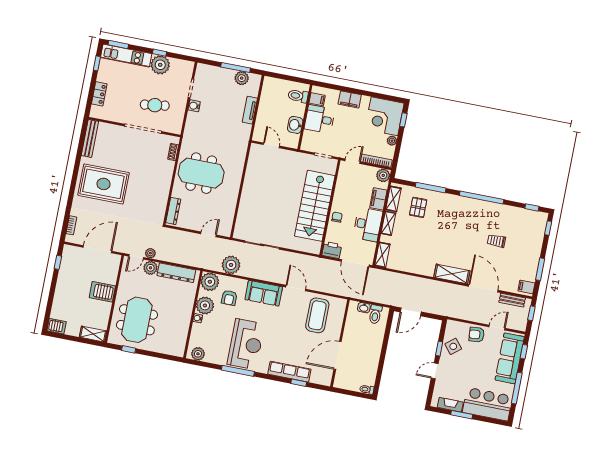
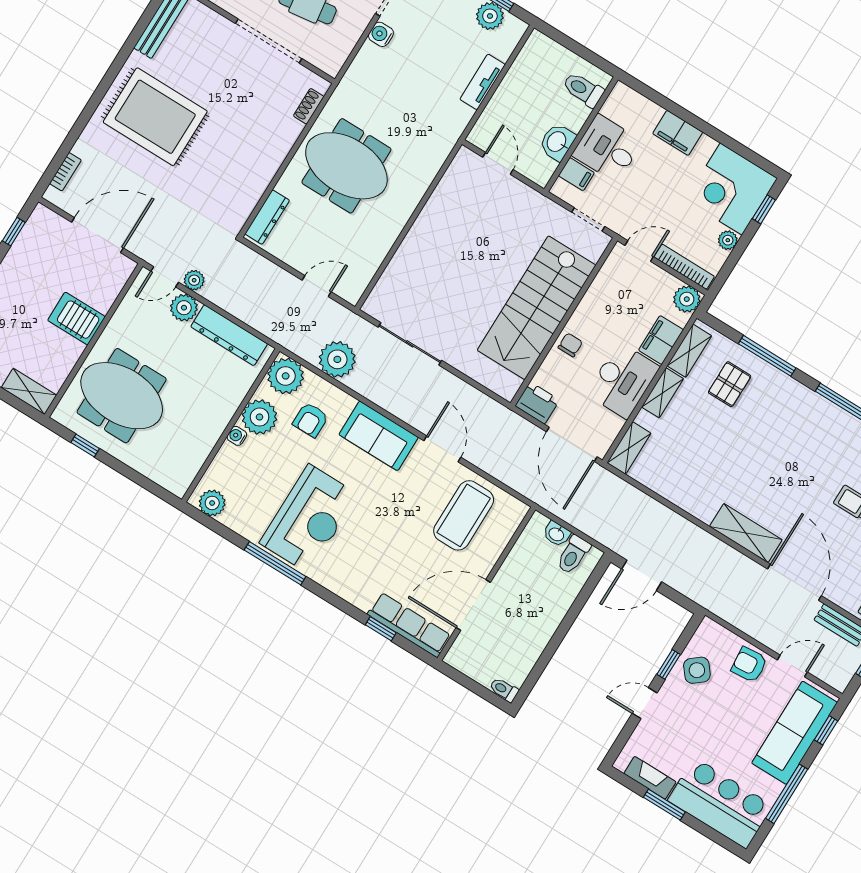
filing cabinet: (317, 99) -> (576, 174), moved
meeting table: (137, 320) -> (122, 396), turned 90
row of seats: (289, 372) -> (409, 625), moved

